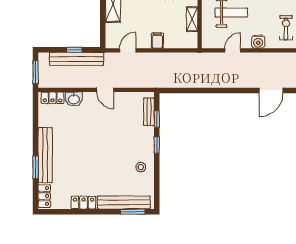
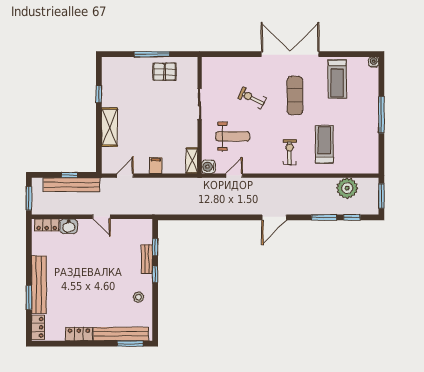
shelving: (192, 19) -> (192, 161), moved
water cooler: (258, 42) -> (209, 167), moved, turned 90
bench: (149, 112) -> (147, 259), moved

